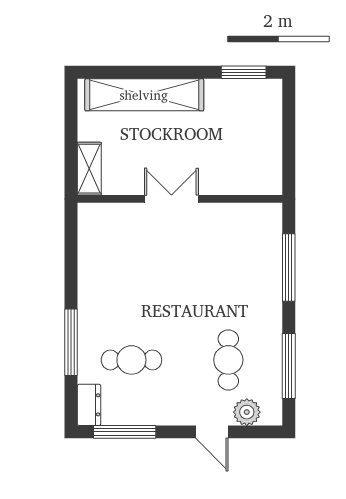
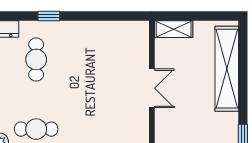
window: (71, 342) -> (49, 16), width x0.46

